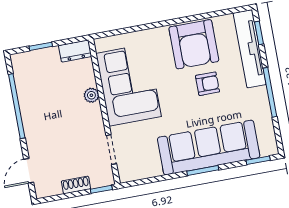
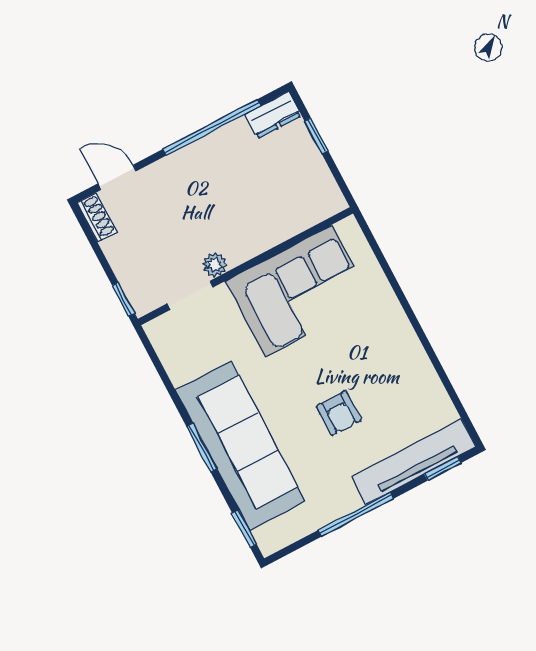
armchair: (194, 44) -> (394, 373), removed
dresser: (75, 51) -> (273, 115), moved, turned -90
plant: (91, 95) -> (215, 265), moved
shoe rack: (76, 185) -> (97, 217), moved

